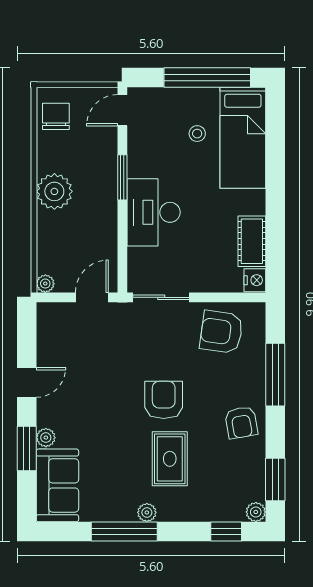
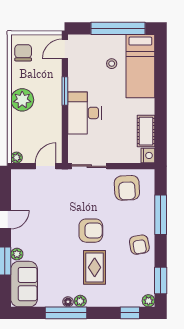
armchair: (221, 332) -> (127, 188), turned -101
armchair: (164, 400) -> (91, 231), turned 90
floor lamp: (127, 514) -> (68, 302), added

